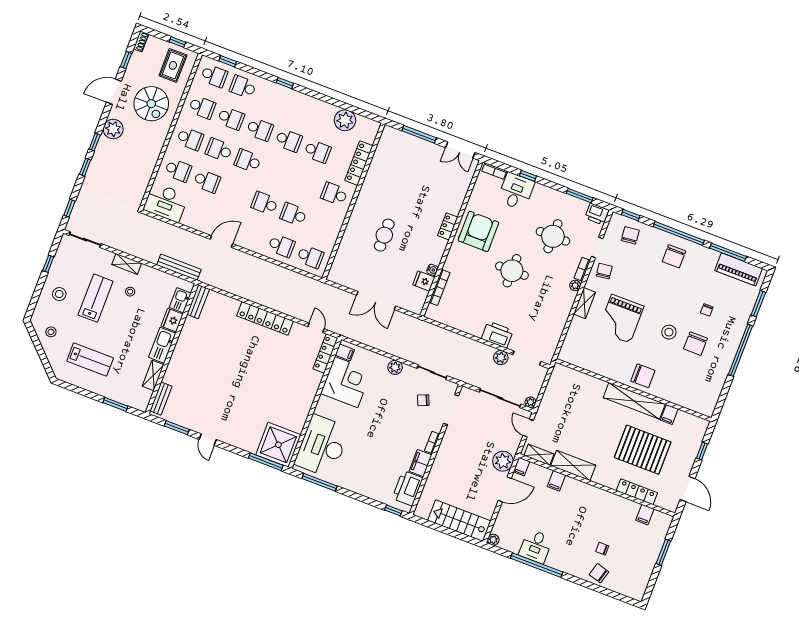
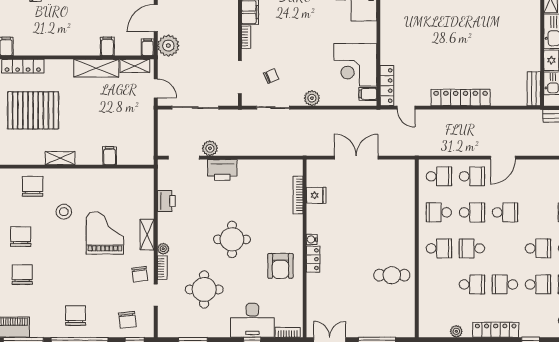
plant: (345, 120) -> (456, 331), width x0.53, depth x0.53
school desk: (260, 129) -> (538, 284), turned 180
school desk: (317, 151) -> (472, 284), turned 180
locker: (359, 163) -> (496, 330), moved, turned -90
school desk: (305, 183) -> (472, 248), added
desk: (516, 191) -> (252, 320), width x1.37
printer: (597, 214) -> (166, 201), moved, turned 90
school desk: (322, 225) -> (439, 212), added
armchair: (478, 231) -> (280, 266), width x0.73, depth x0.73
cafe table: (384, 235) -> (392, 275), moved, turned 90
door: (221, 241) -> (503, 158), moved
school desk: (281, 246) -> (472, 176), turned 180
school desk: (310, 257) -> (439, 176), turned 180
water cooler: (432, 270) -> (312, 239), moved
chair: (707, 310) -> (22, 275), width x1.87, depth x1.87
stool: (669, 332) -> (64, 212), moved
chair: (643, 376) -> (33, 186), moved, turned 90
shelving: (634, 401) -> (60, 158), width x0.45, depth x0.75
plant: (531, 402) -> (163, 115), removed
filing cabinet: (669, 415) -> (110, 156), moved

